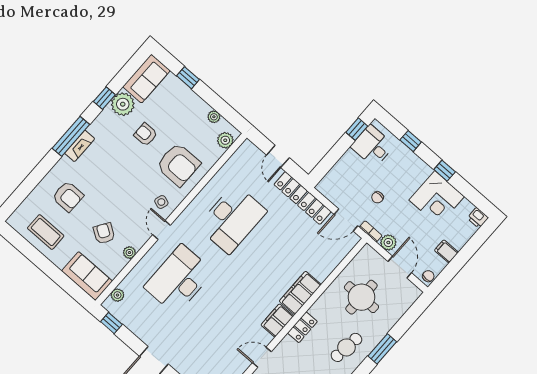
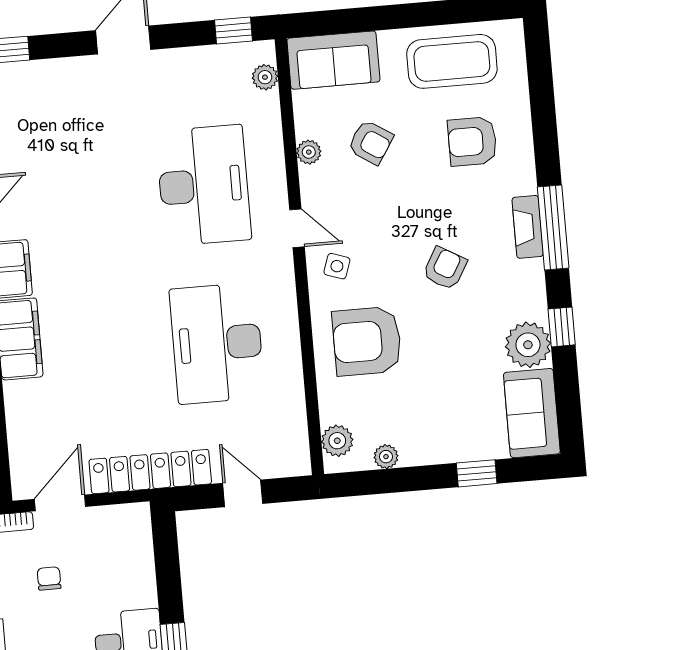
armchair: (146, 134) -> (445, 268), moved, turned -60
coffee table: (46, 232) -> (452, 61), width x1.36, depth x1.32

